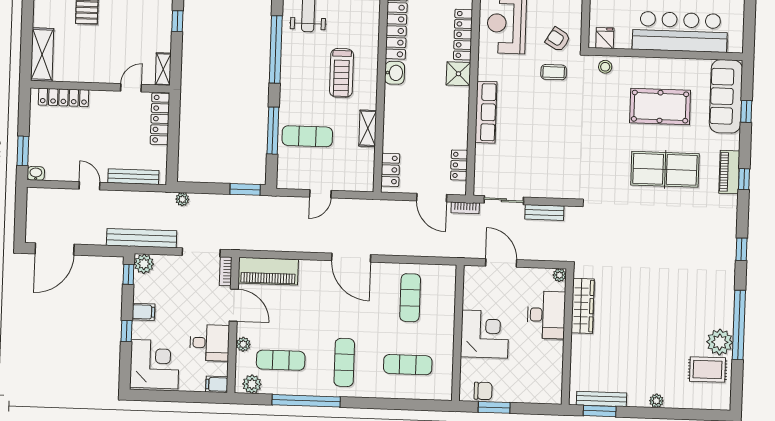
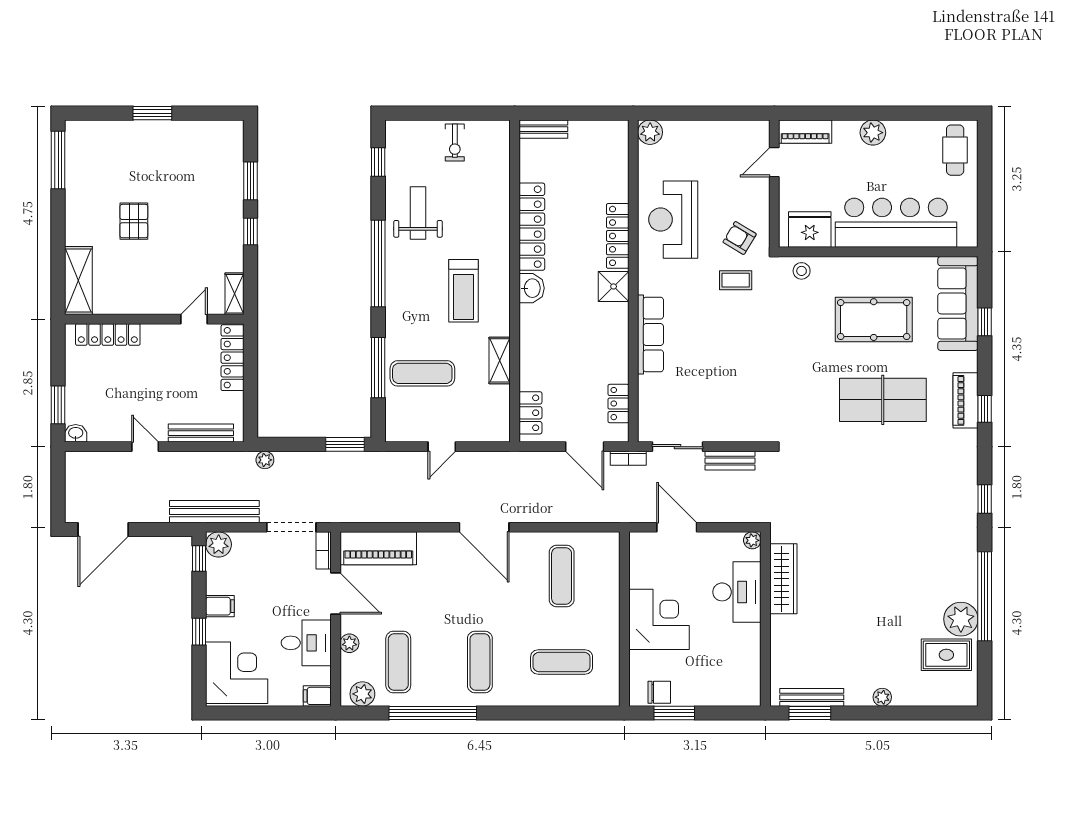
fridge: (605, 38) -> (810, 230), width x1.88, depth x1.34
exercise mat: (281, 360) -> (398, 662), turned 90

